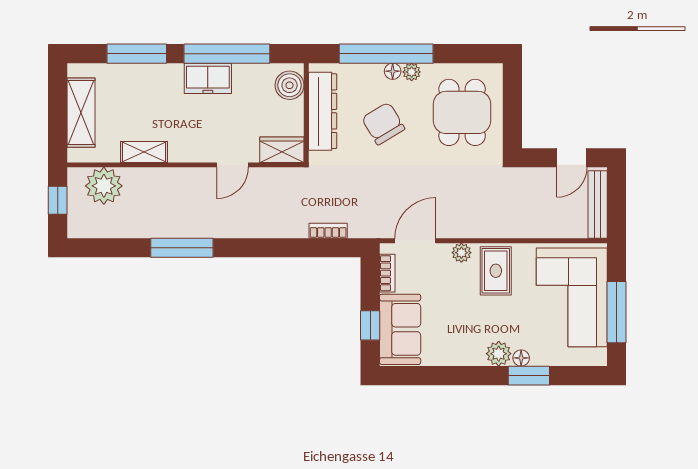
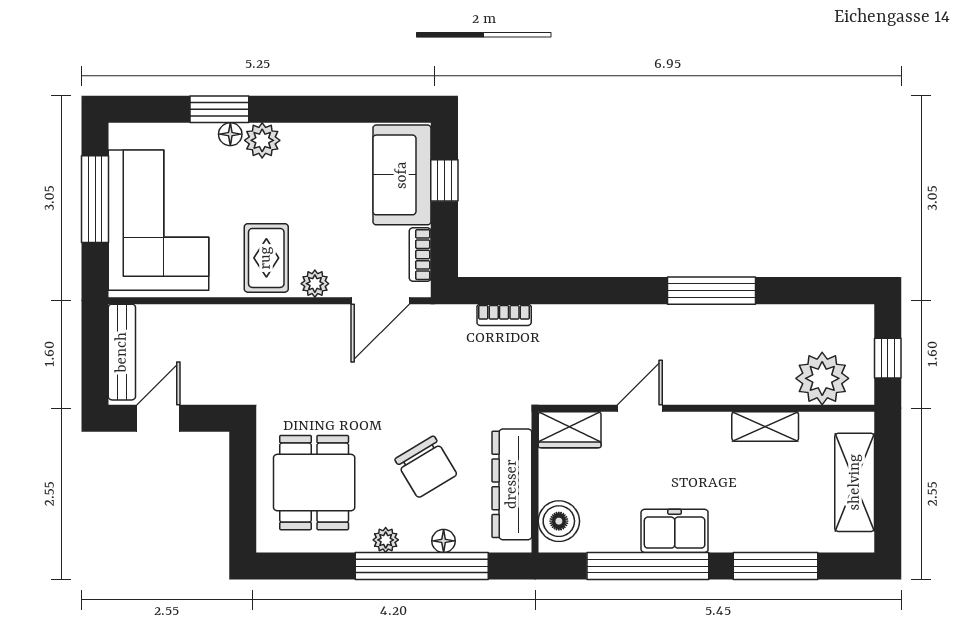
floor lamp: (393, 71) -> (444, 541), moved

